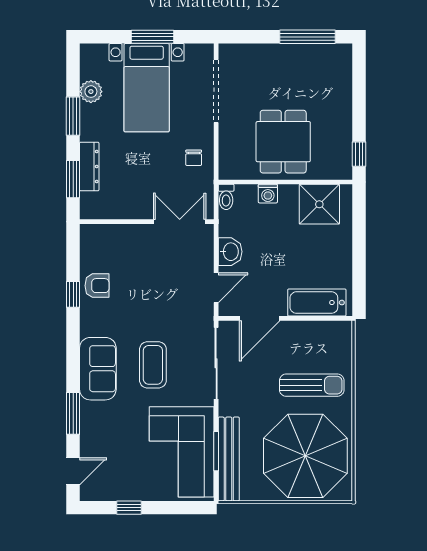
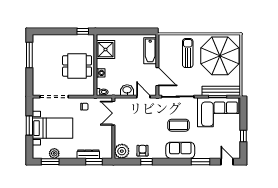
window: (73, 116) -> (50, 162), moved
plant: (96, 240) -> (122, 151), added

